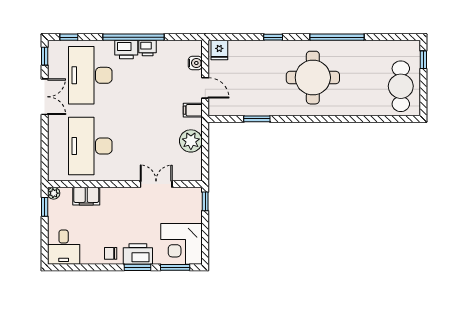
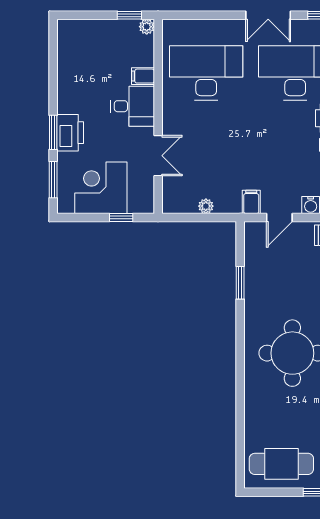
plant: (191, 141) -> (206, 206), width x0.53, depth x0.53
filing cabinet: (86, 196) -> (143, 76), width x0.50
window: (205, 201) -> (121, 218), moved
corner desk: (182, 244) -> (101, 188), moved
desk: (64, 247) -> (133, 106), moved, turned 180
chair: (111, 253) -> (71, 98), removed

